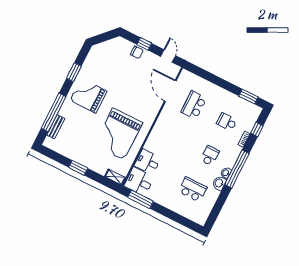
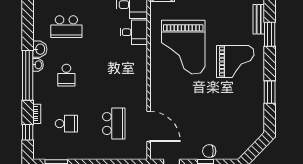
grand piano: (88, 96) -> (235, 61), moved
window: (54, 112) -> (270, 34), width x0.47
grand piano: (118, 134) -> (183, 47), turned 180

